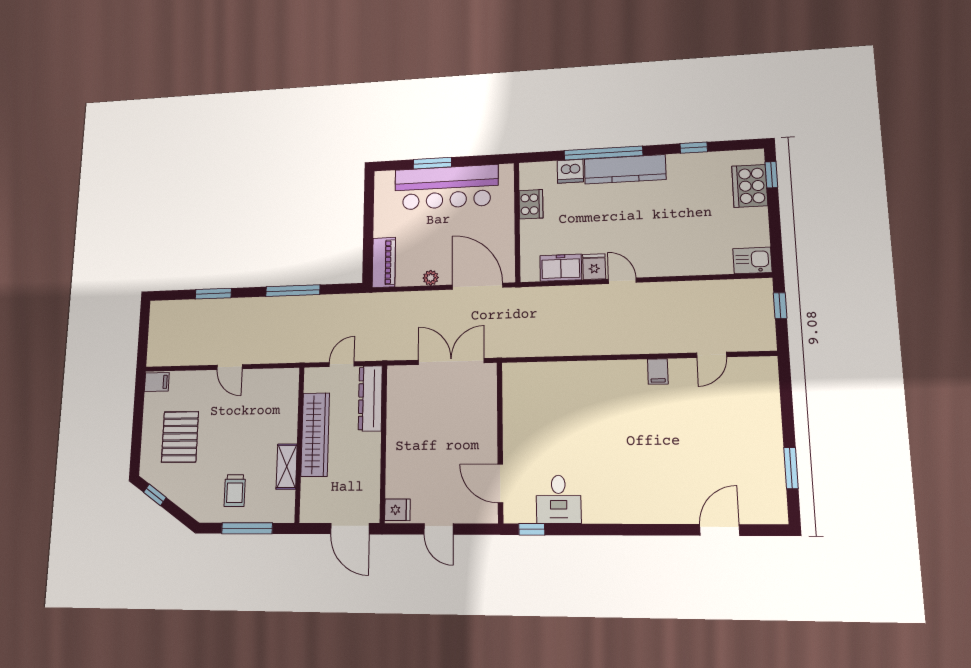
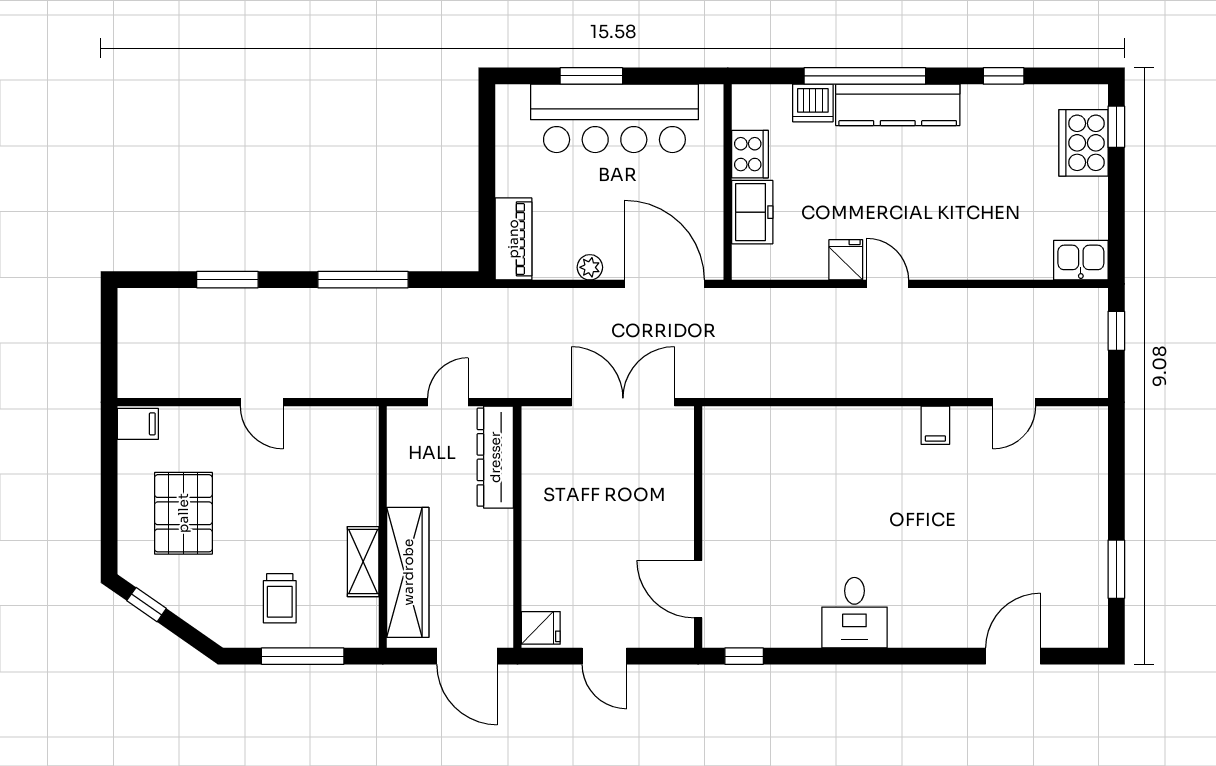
freezer: (561, 268) -> (752, 212), moved, turned 90
wardrobe: (315, 435) -> (408, 572), moved
desk: (559, 499) -> (854, 613), moved

